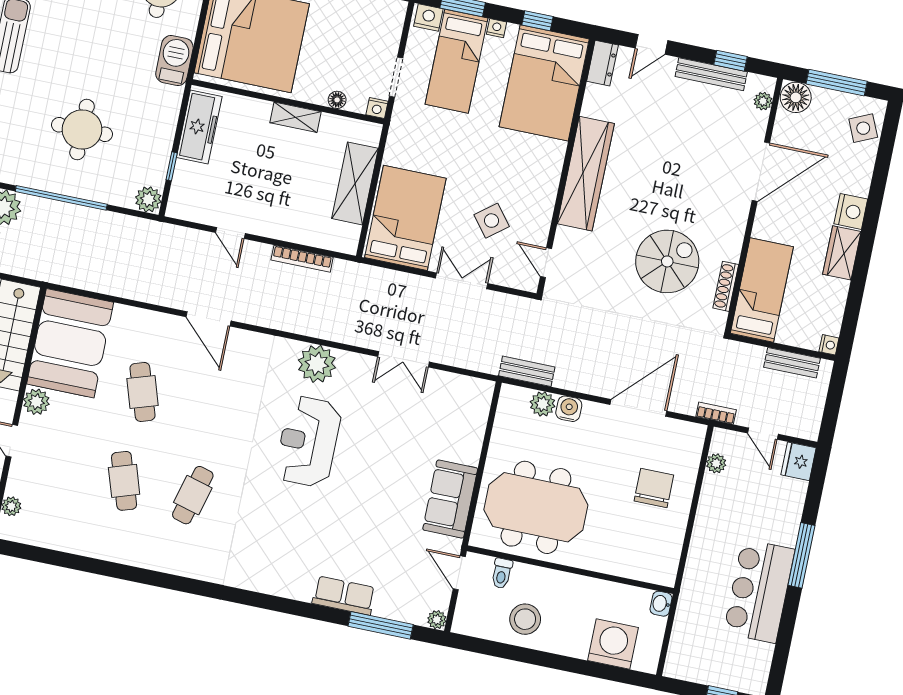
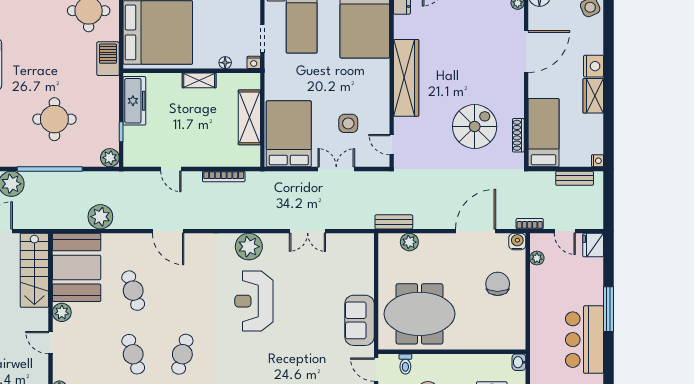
side table: (492, 221) -> (348, 123), turned 38
plant: (118, 279) -> (100, 217), added
water cooler: (569, 409) -> (517, 242), moved

